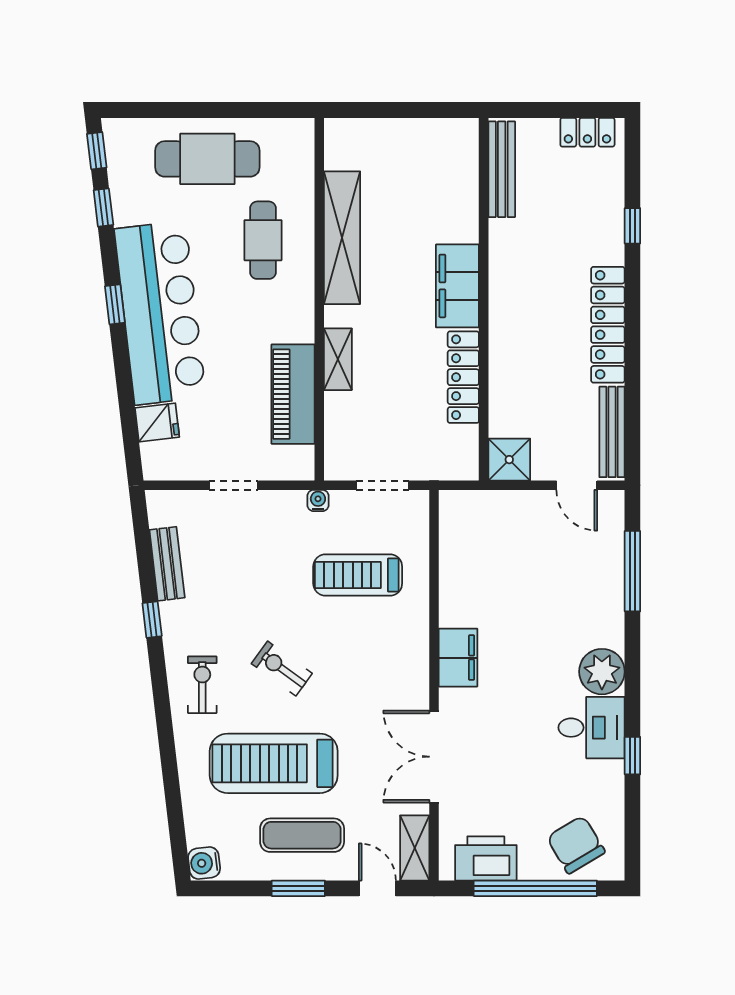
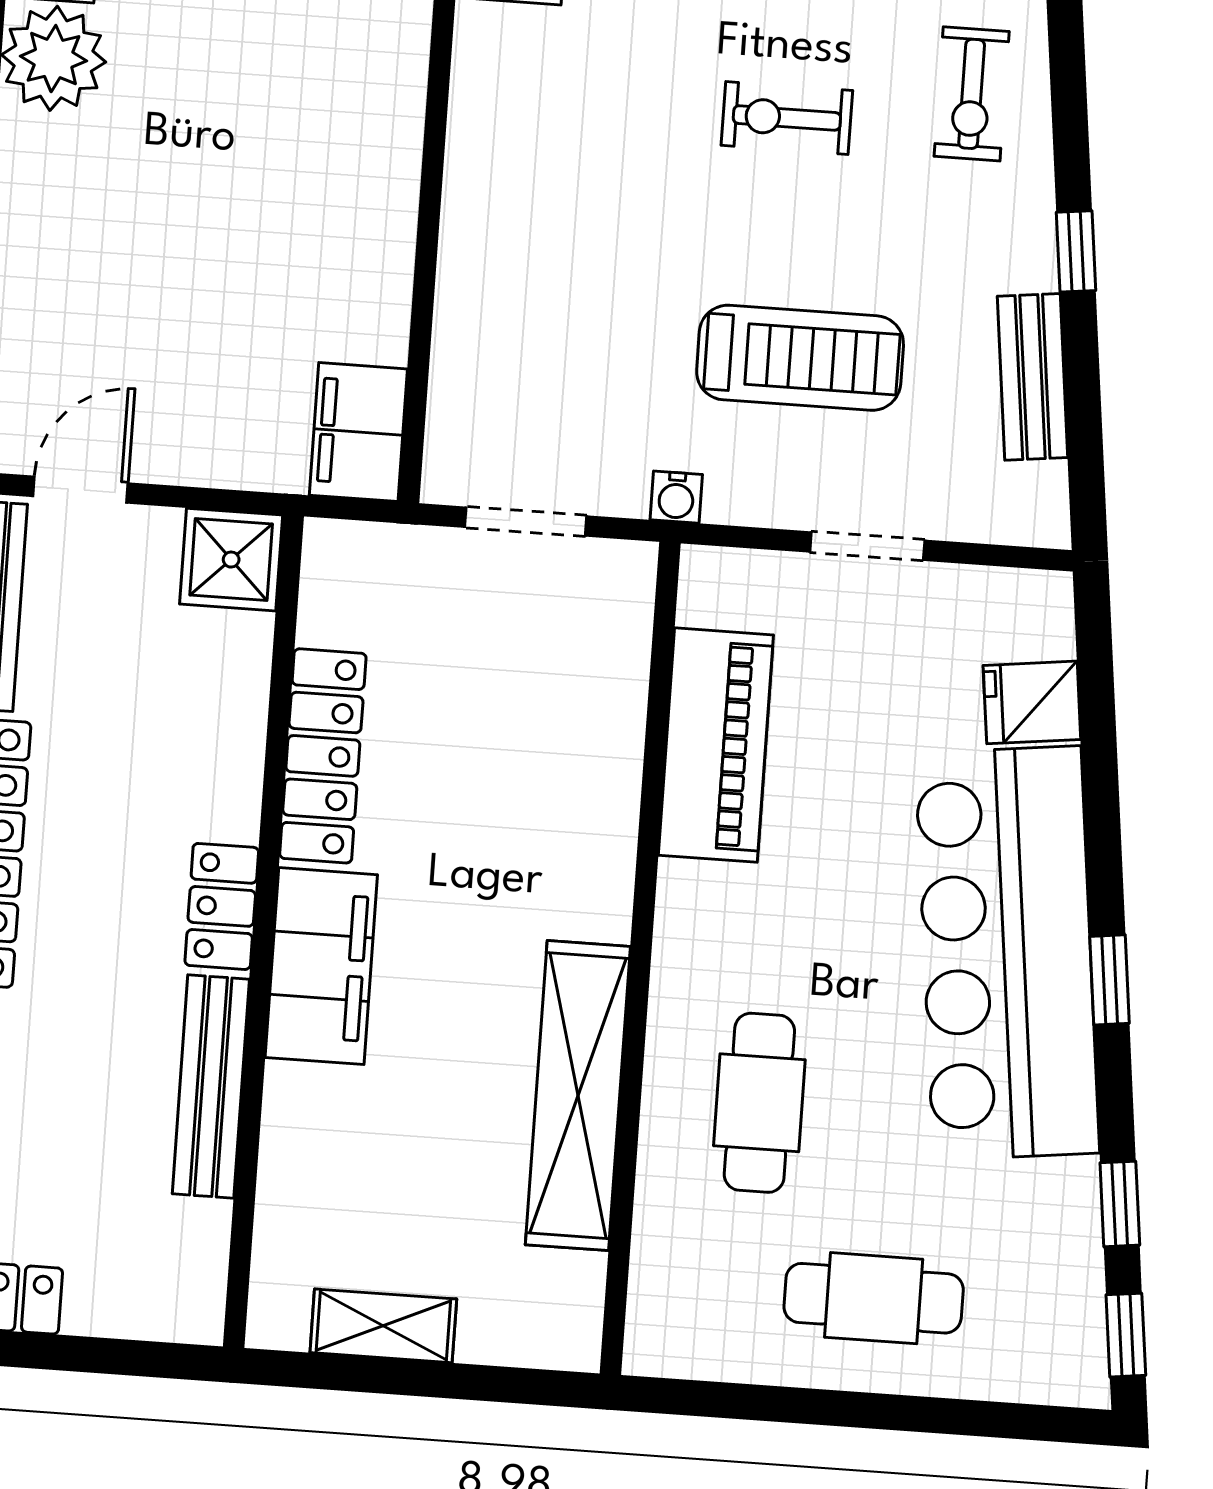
cafe table: (207, 159) -> (874, 1298), width x0.73, depth x0.74
bench: (502, 169) -> (211, 1087), moved
locker: (503, 309) -> (222, 906), added
shelving: (338, 359) -> (383, 1326), moved, turned 90
door: (577, 485) -> (80, 490), hinge flipped
treadmill: (358, 575) -> (800, 358), moved
filing cabinet: (458, 658) -> (358, 432), moved
exercise bike: (282, 669) -> (787, 118), turned 144

